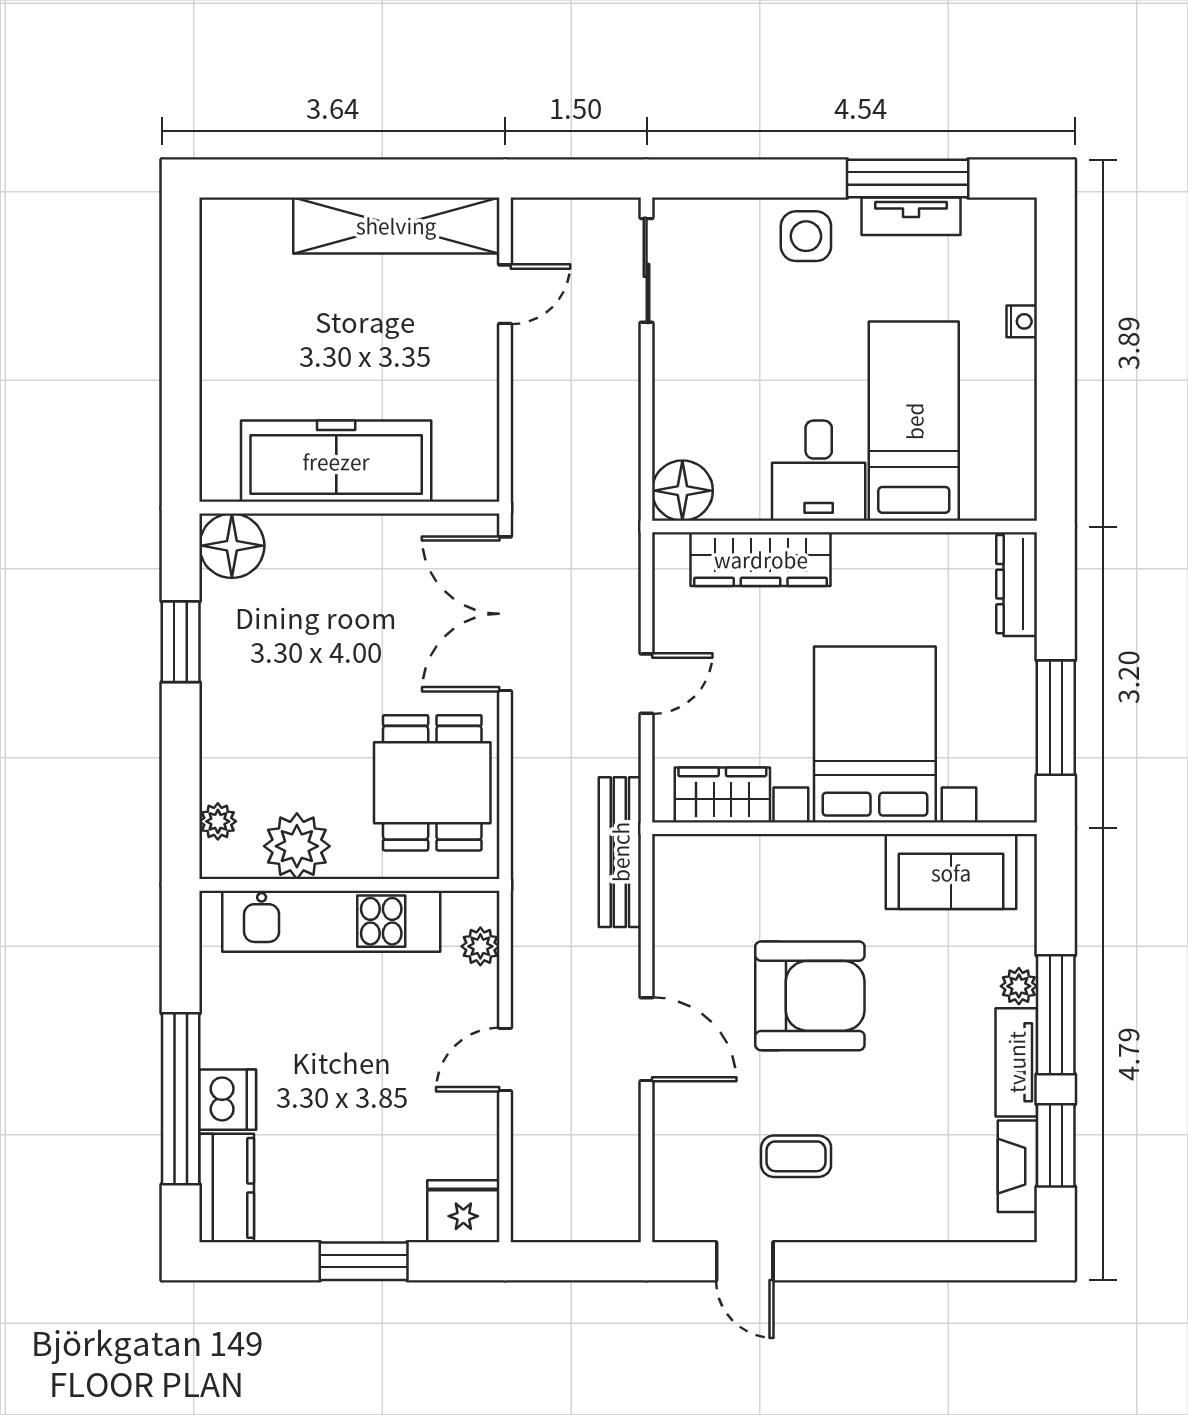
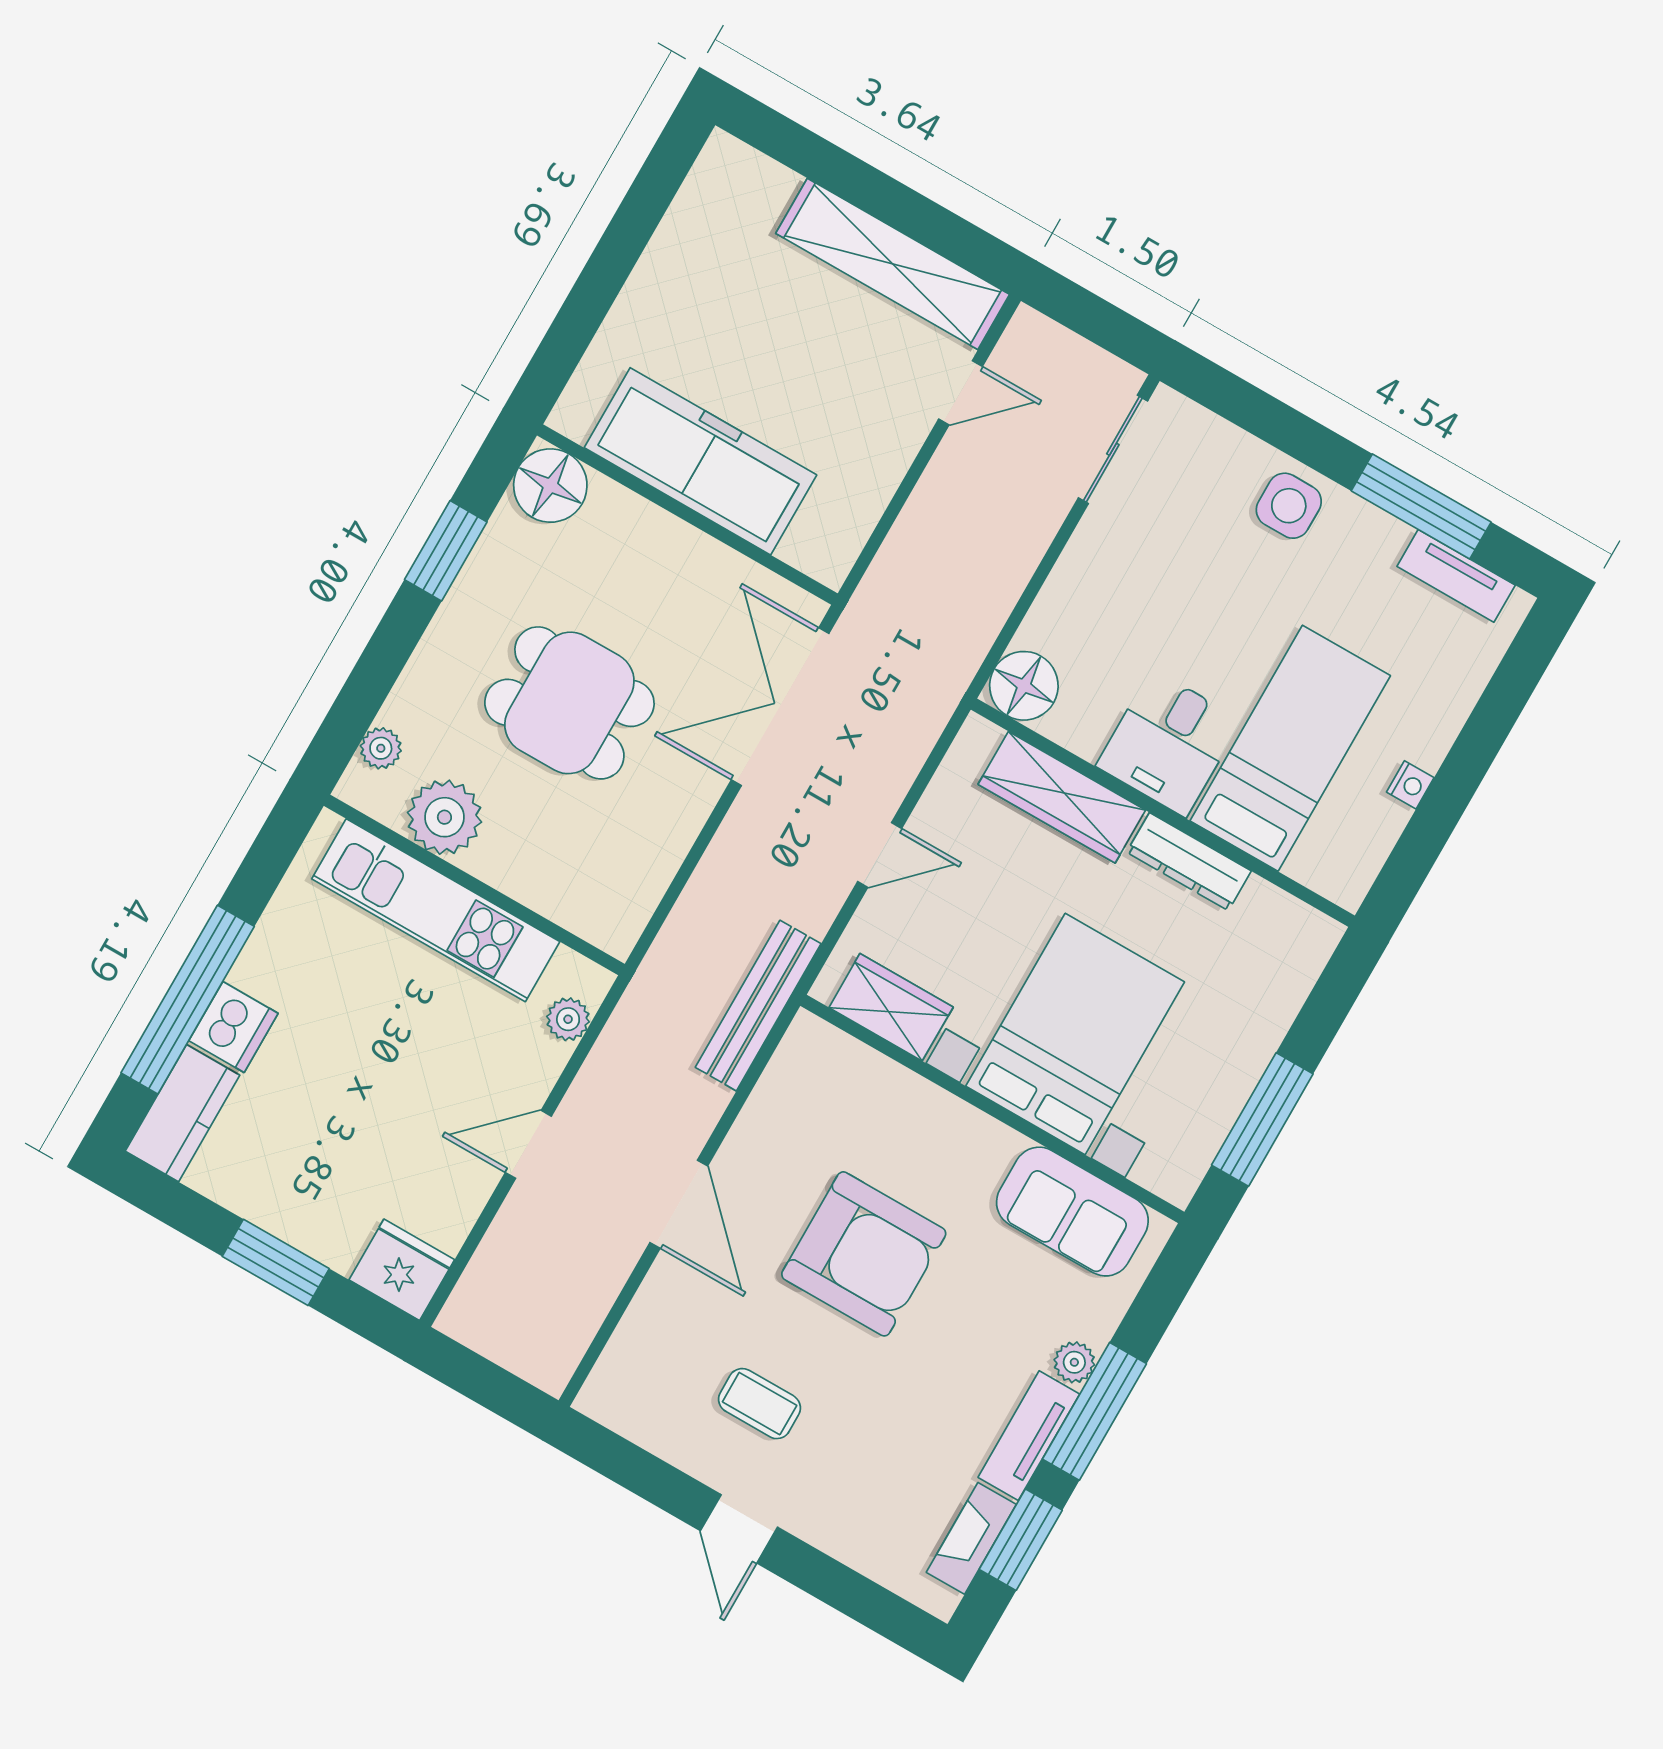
tv unit: (911, 216) -> (1456, 576), moved
nightstand: (1022, 321) -> (1410, 785), moved
dresser: (1017, 584) -> (1189, 862), moved, turned -90
dining table: (432, 783) -> (569, 703), moved, turned 90
door: (745, 1261) -> (739, 1529), moved

